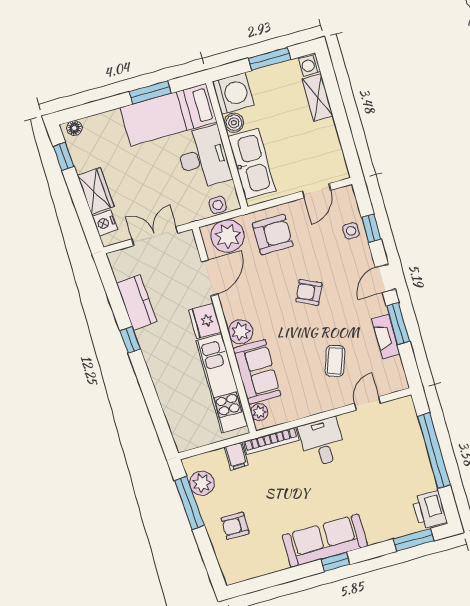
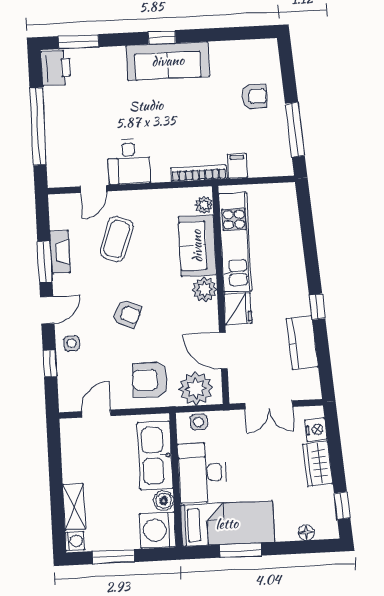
floor lamp: (74, 128) -> (306, 533), moved
side table: (351, 231) -> (72, 343), moved
door: (210, 278) -> (223, 351), hinge flipped
coffee table: (335, 361) -> (117, 239), width x1.36, depth x1.30
desk: (322, 442) -> (129, 162), moved
plant: (202, 483) -> (278, 147), removed

